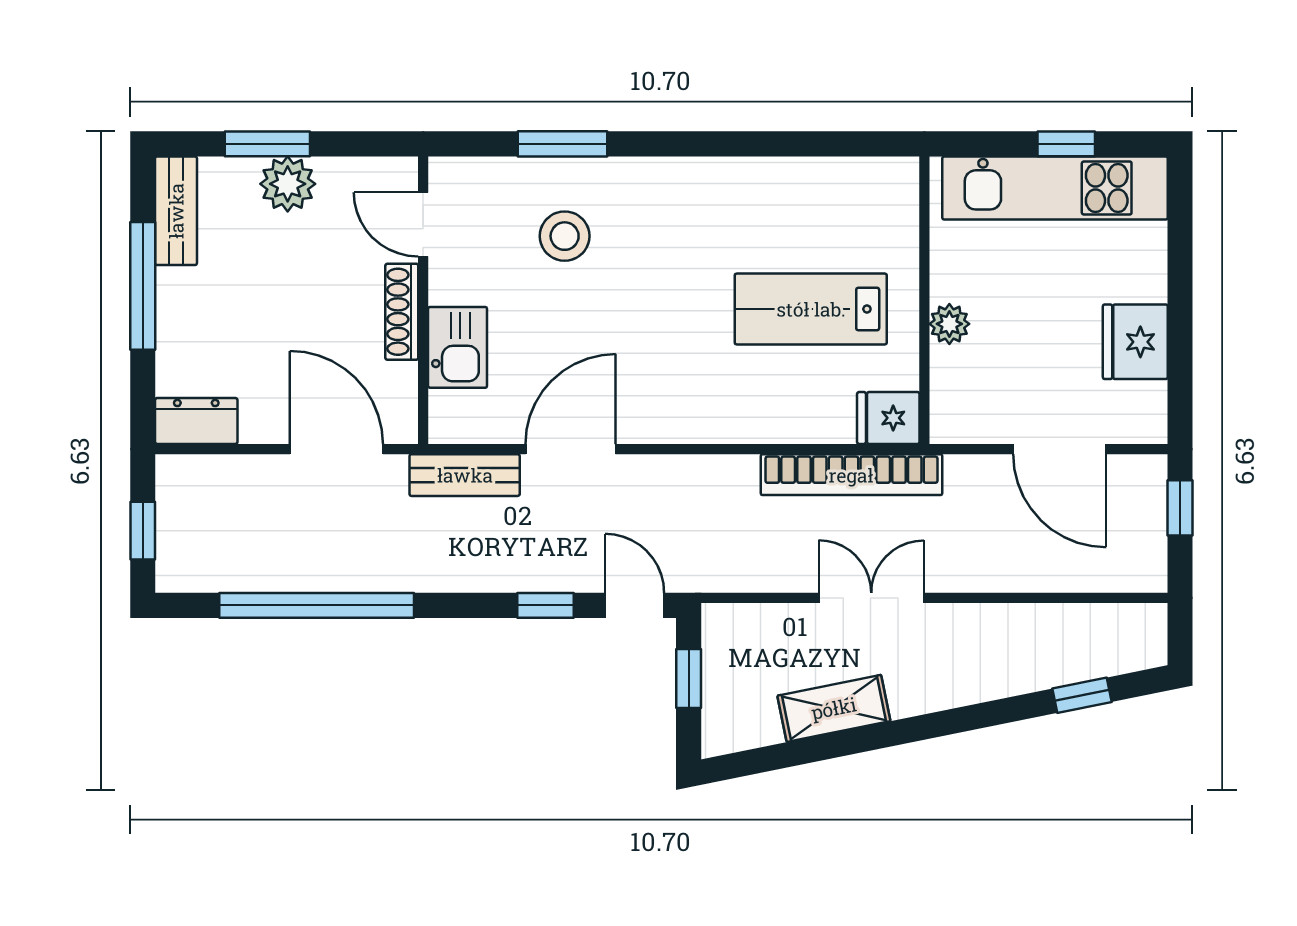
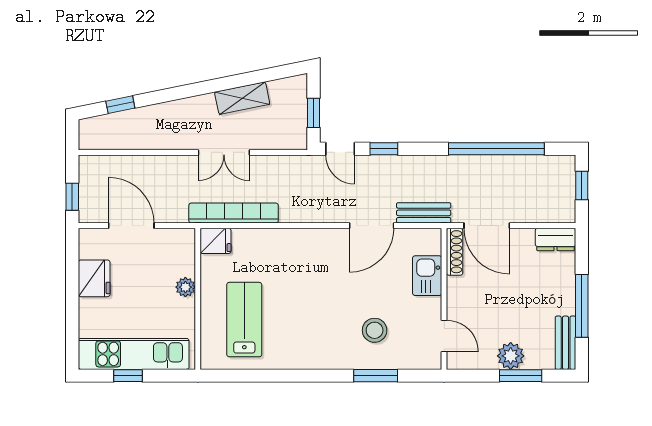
lab bench: (811, 309) -> (244, 320), moved, turned -90
shoe rack: (402, 312) -> (455, 252), moved

